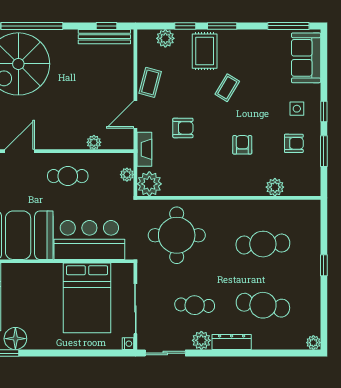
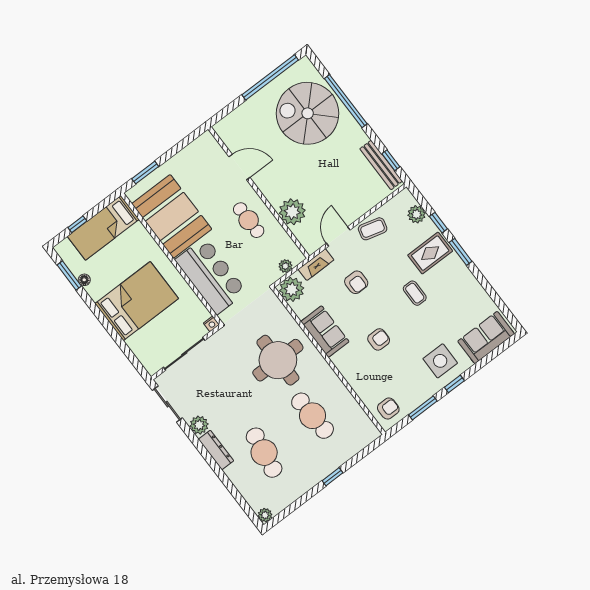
window: (288, 26) -> (501, 304), removed
coffee table: (227, 88) -> (415, 293), turned 59
side table: (297, 109) -> (440, 361), width x1.87, depth x1.87
door: (135, 114) -> (338, 236), hinge flipped
plant: (94, 142) -> (292, 212), width x1.88, depth x1.88
armchair: (294, 143) -> (388, 409), moved, turned -90
sofa: (203, 183) -> (325, 332), added
plant: (275, 187) -> (365, 391), removed
round table: (177, 235) -> (278, 360), moved
bed: (87, 298) -> (137, 301), moved, turned 180
cafe table: (195, 305) -> (223, 399), removed
floor lamp: (15, 339) -> (84, 280), width x0.53, depth x0.53
nightstand: (128, 344) -> (211, 324), moved

